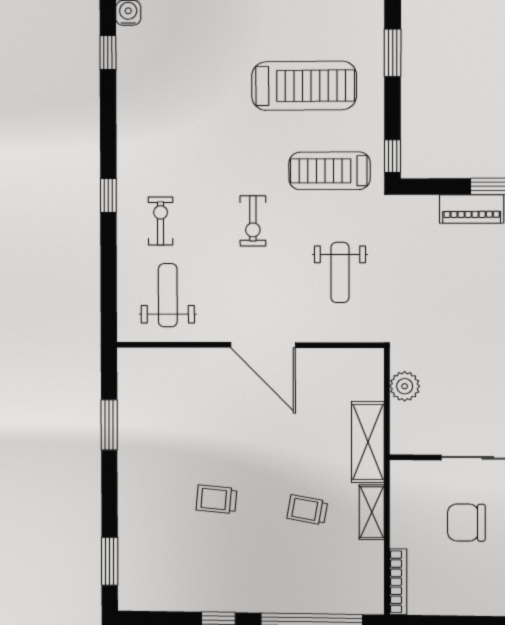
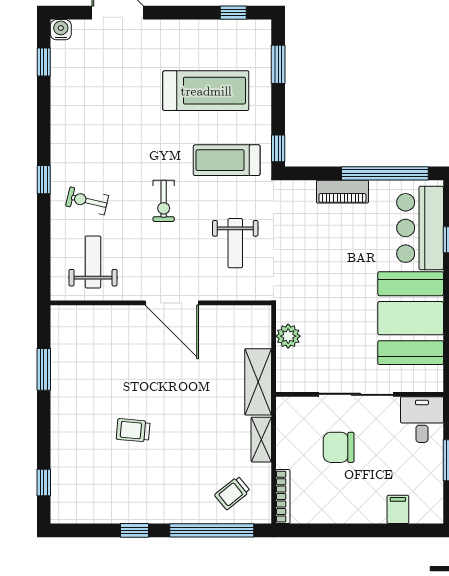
exercise bike: (161, 221) -> (87, 201), turned -77
trolley: (307, 510) -> (232, 493), moved, turned -49
window: (110, 561) -> (44, 483), width x0.67

